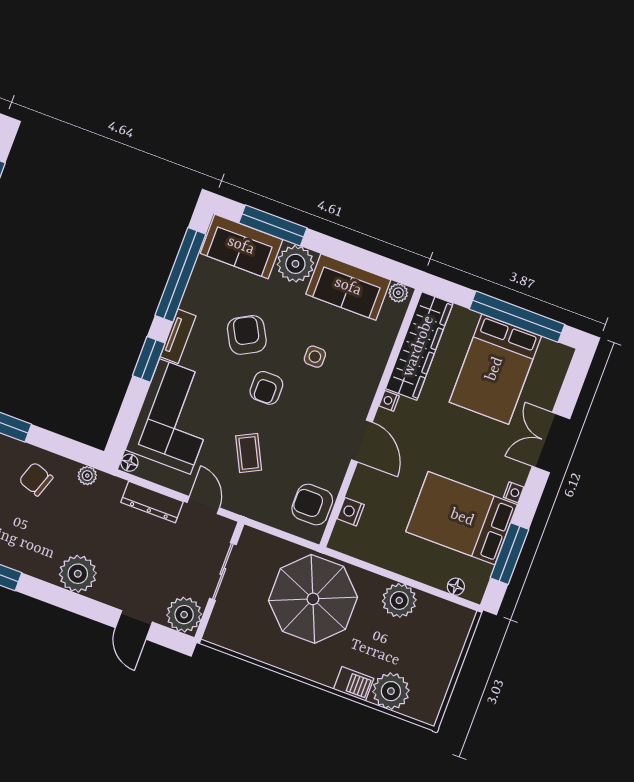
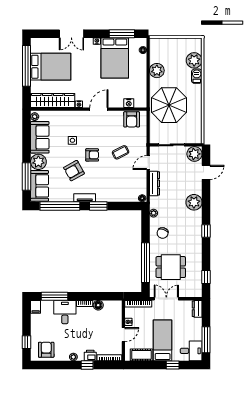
corner sofa: (175, 416) -> (117, 187), removed

